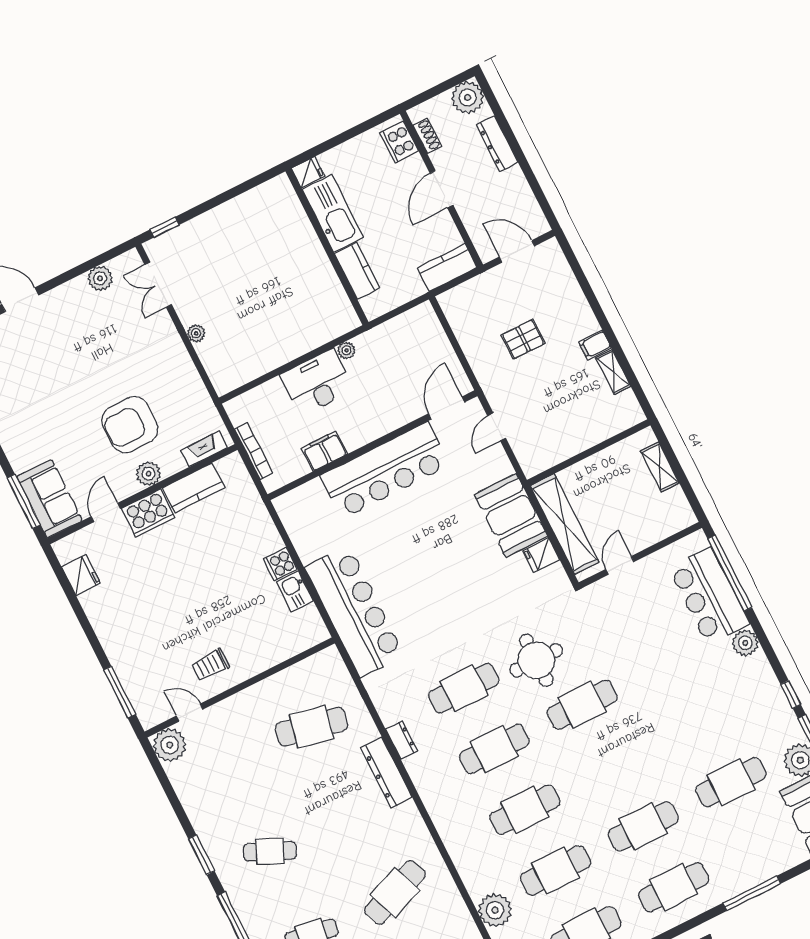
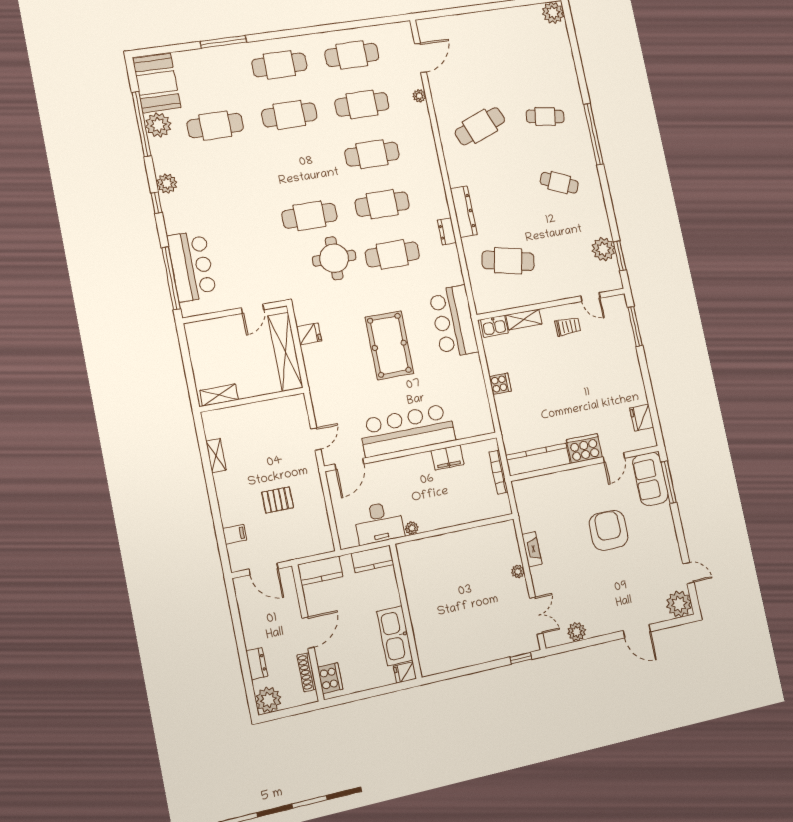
shoe rack: (427, 136) -> (307, 672), width x1.43
dresser: (497, 144) -> (257, 664), width x0.70
kitchen counter: (357, 271) -> (373, 559), moved, turned -90
filing cabinet: (595, 345) -> (235, 534), moved
desk: (317, 382) -> (379, 523), moved
armchair: (130, 425) -> (609, 530), moved, turned -90
fireplace: (204, 449) -> (532, 549), moved, turned -90
shelving: (660, 467) -> (219, 395), moved, turned 90
plant: (148, 474) -> (577, 477), removed
kitchen counter: (193, 488) -> (538, 460), width x1.50
booth: (511, 515) -> (323, 370), removed
pool table: (436, 571) -> (389, 345), added
kitchen sink: (295, 592) -> (494, 326), moved, turned 90
bar counter: (355, 611) -> (454, 321), width x0.73
plant: (745, 643) -> (167, 183), moved
shelving: (271, 656) -> (524, 319), added
window: (791, 694) -> (156, 203), moved
plant: (170, 745) -> (603, 249), moved
window: (201, 855) -> (620, 256), moved
plant: (495, 910) -> (419, 96), width x0.53, depth x0.53

